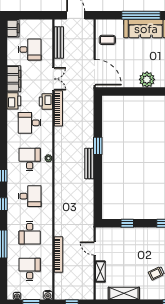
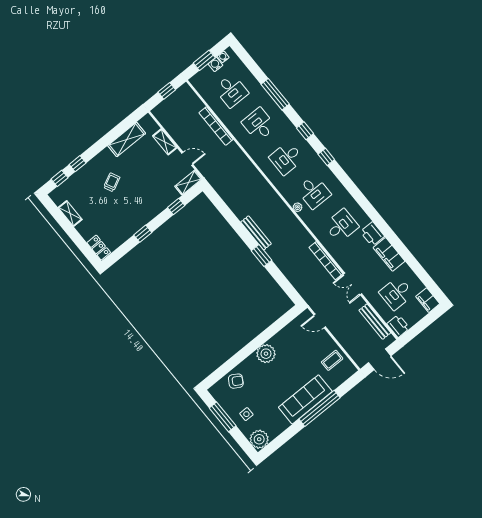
door: (95, 72) -> (320, 321), width x0.53
printer: (46, 102) -> (398, 326), moved
shelving: (106, 232) -> (188, 183), added
water cooler: (48, 295) -> (215, 64), moved

